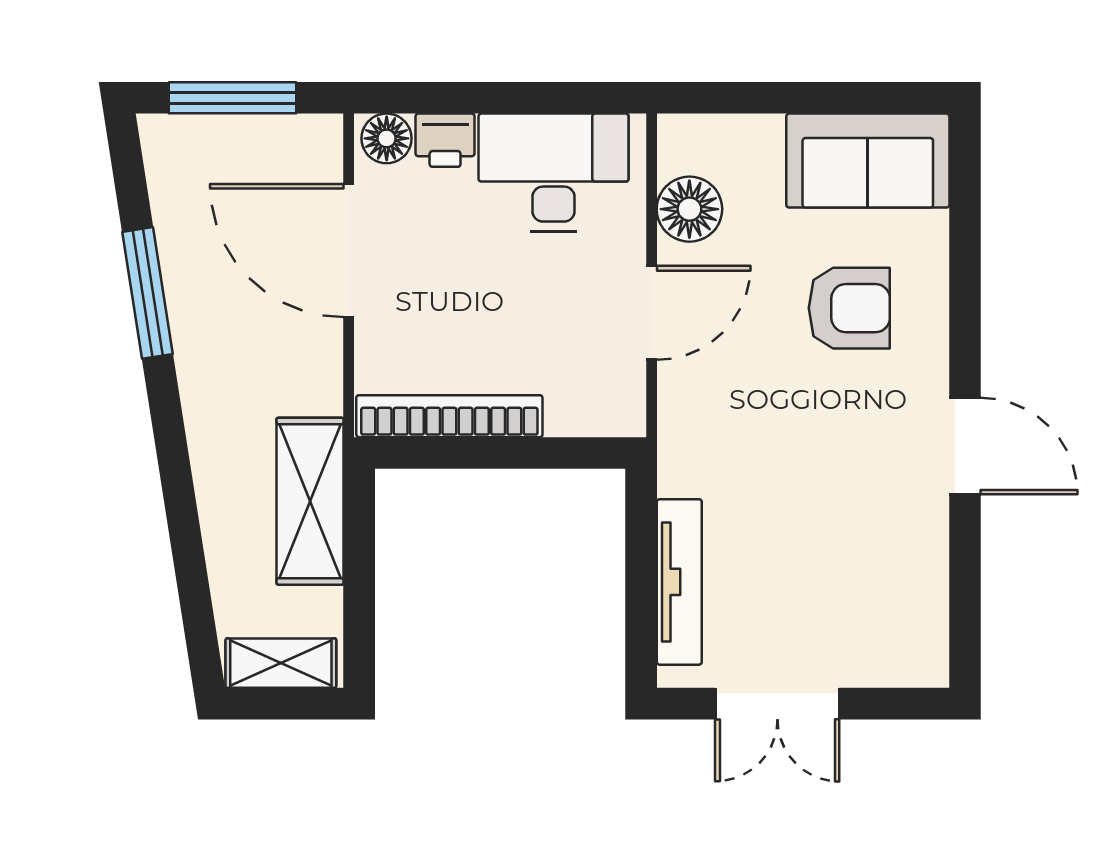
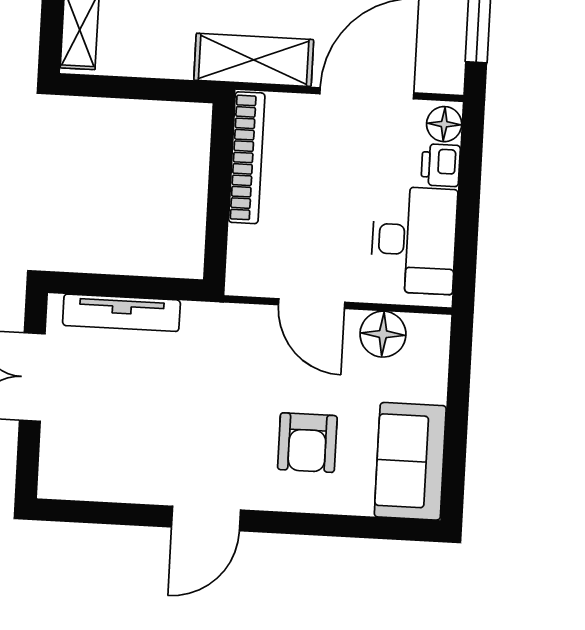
shelving: (310, 501) -> (254, 60), moved

